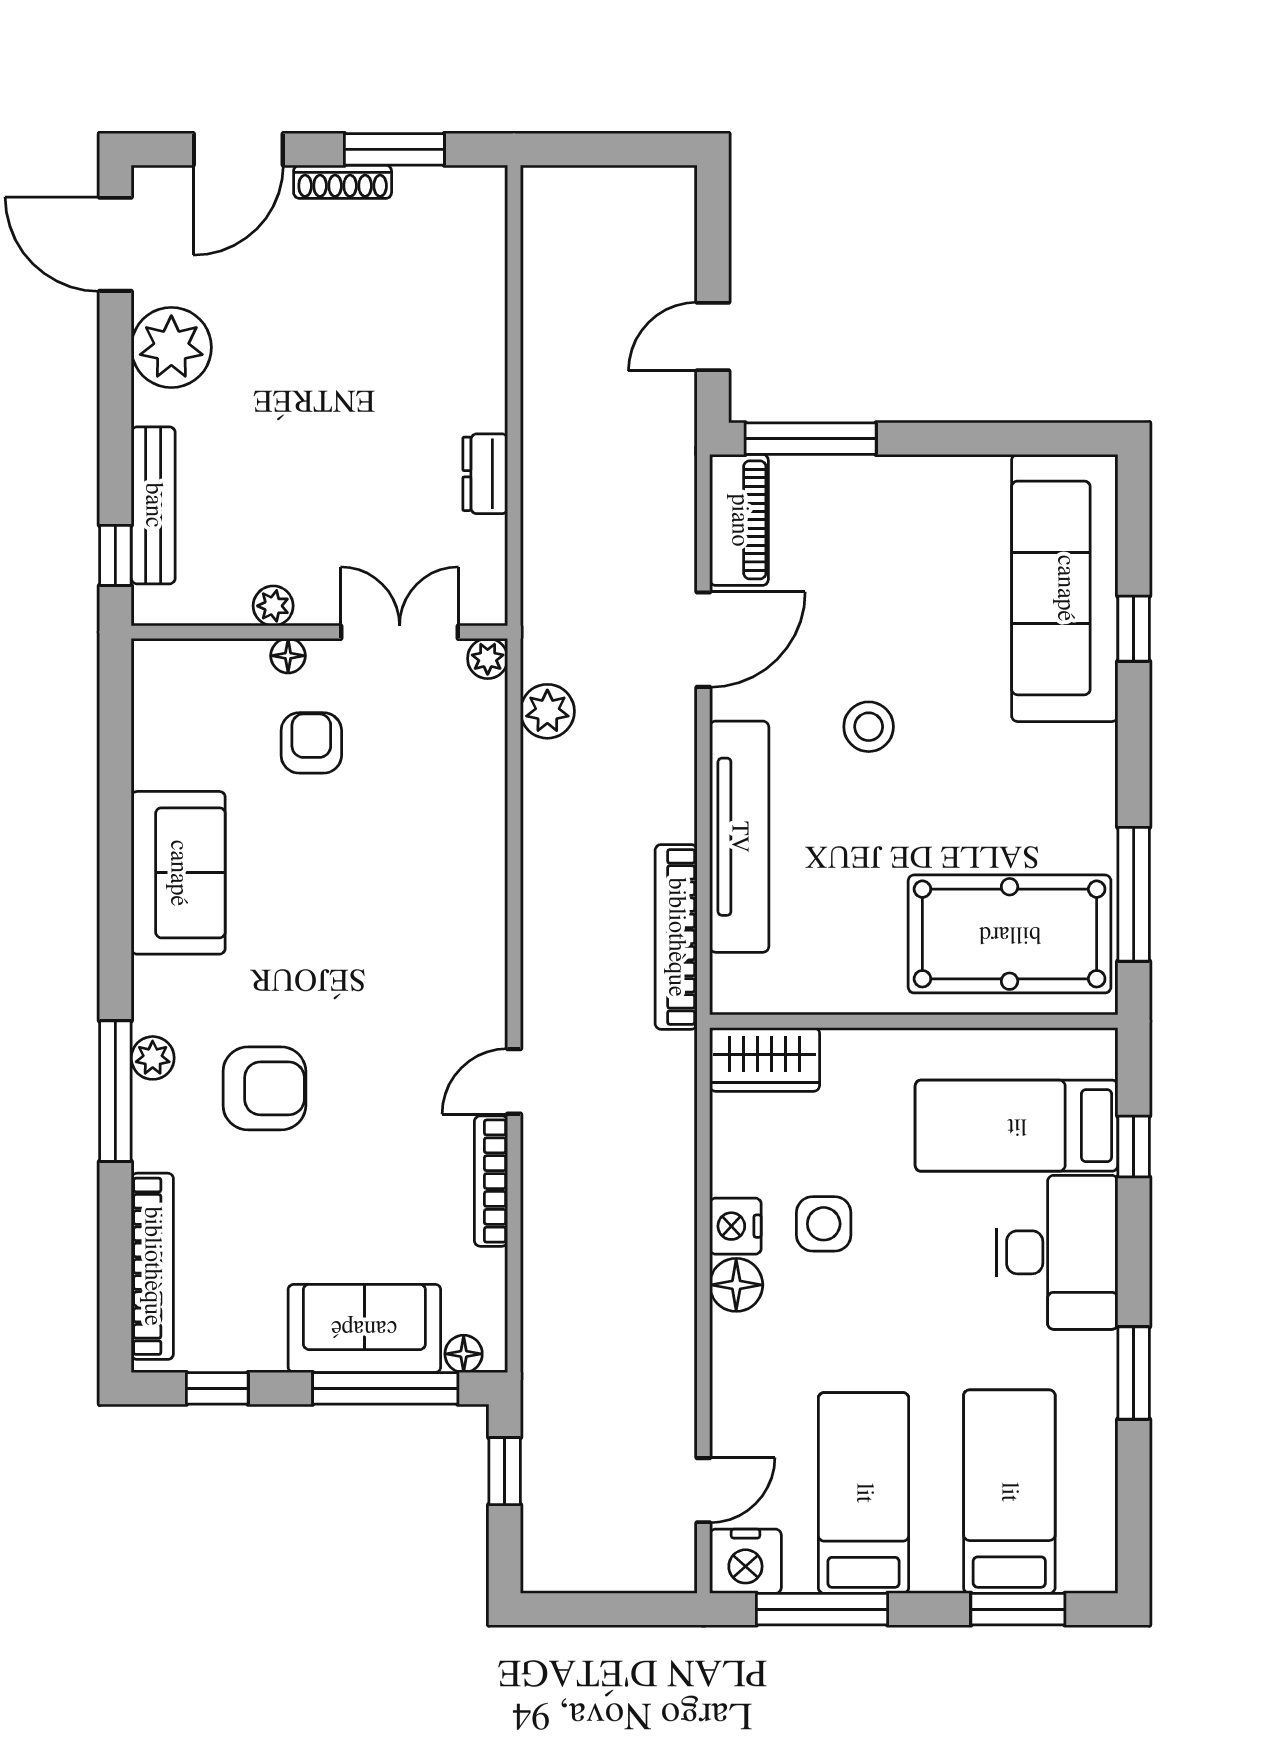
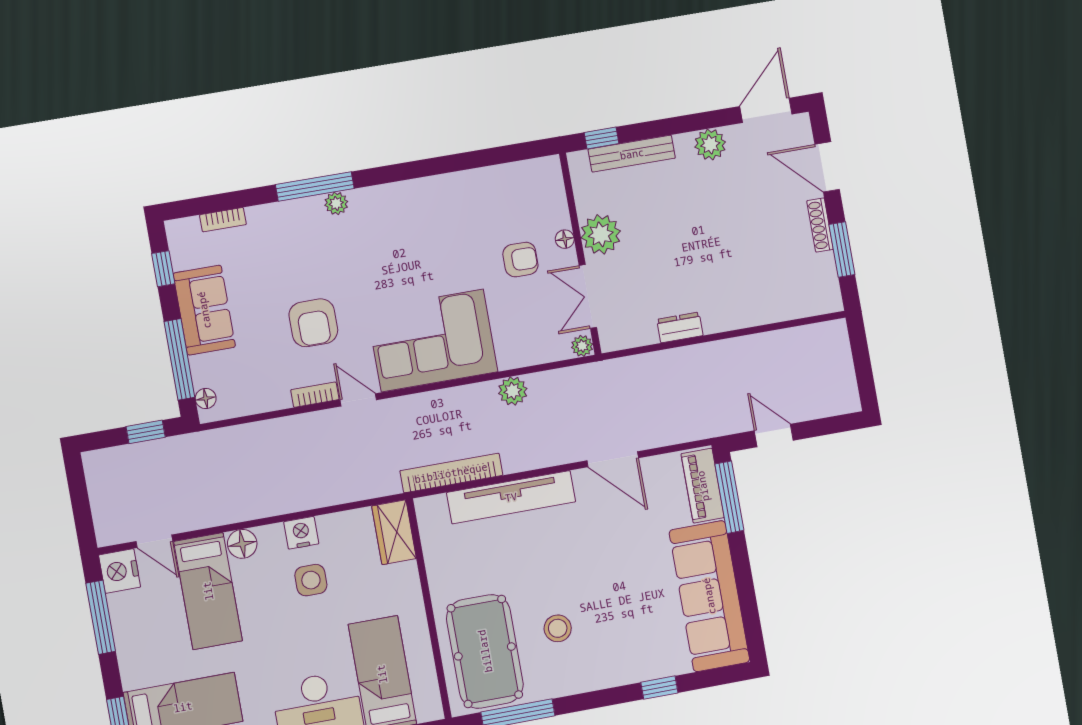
plant: (171, 347) -> (710, 144), width x0.73, depth x0.73
piano: (739, 520) -> (703, 486), moved, turned 90
sofa: (1065, 588) -> (709, 596), moved, turned -90
plant: (273, 606) -> (601, 234), width x1.88, depth x1.88
double door: (400, 632) -> (588, 296), swing flipped
plant: (547, 711) -> (513, 391), moved
stool: (869, 727) -> (558, 628), moved
sofa: (178, 873) -> (438, 200), removed
corner sofa: (430, 929) -> (432, 340), added
armchair: (264, 1088) -> (313, 323), moved
bookcase: (491, 1181) -> (315, 395), width x0.64
bookcase: (152, 1266) -> (223, 220), width x0.43, depth x0.76
floor lamp: (736, 1285) -> (242, 544), moved
sofa: (364, 1328) -> (204, 310), moved
bed: (864, 1493) -> (208, 591), moved, turned 90

